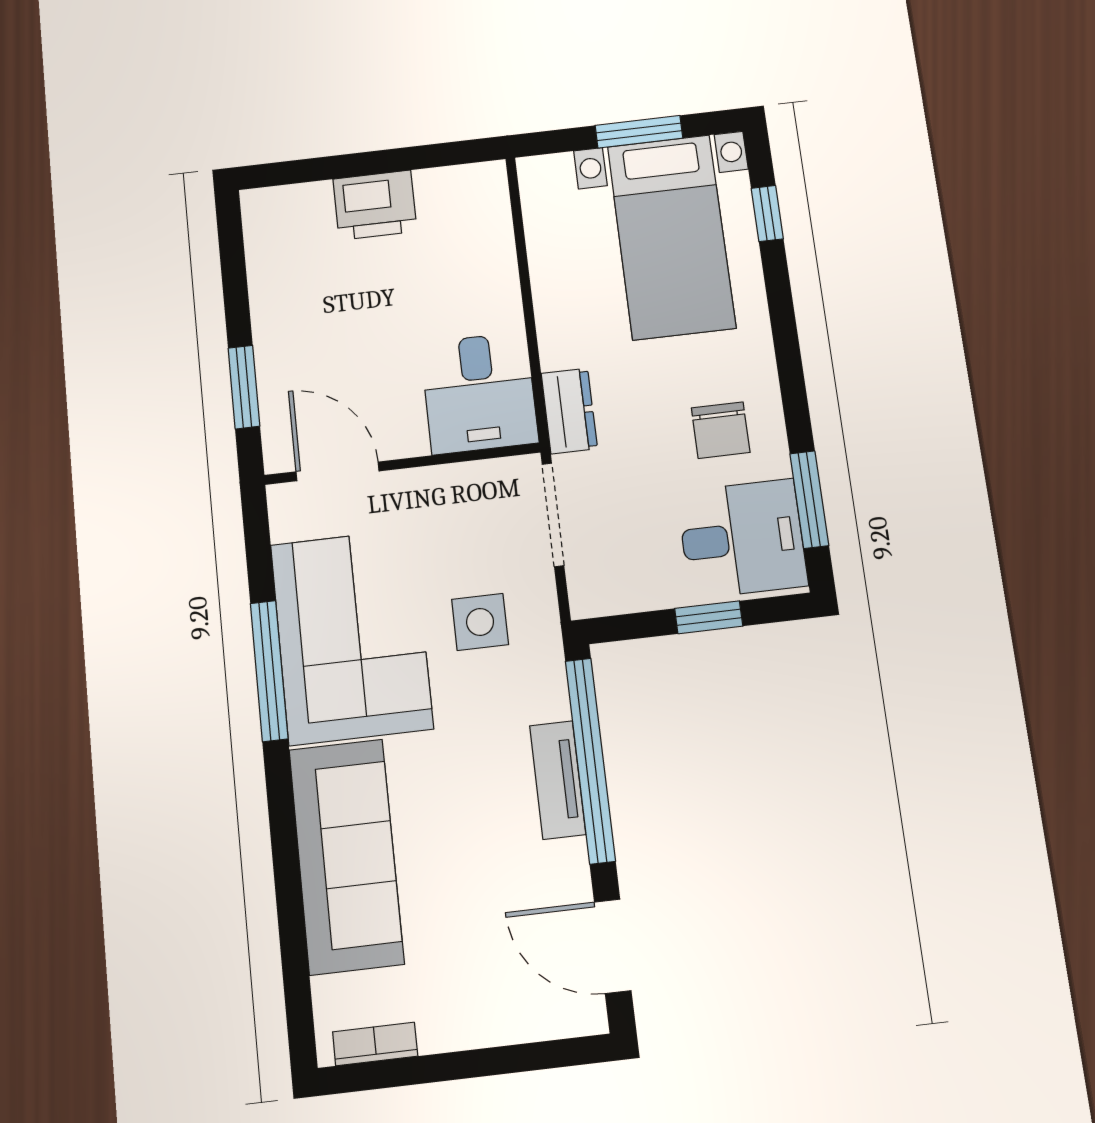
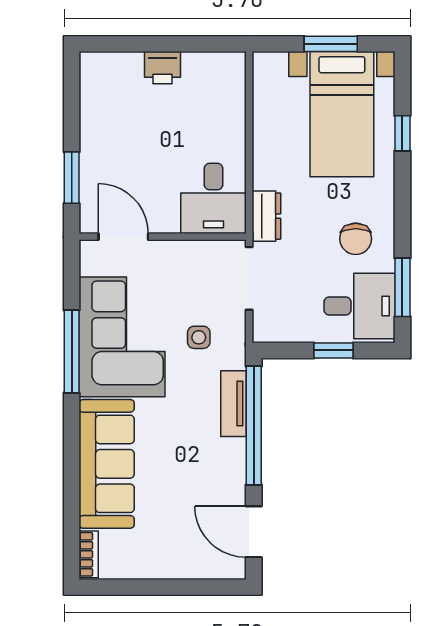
printer: (375, 205) -> (163, 68), width x0.73, depth x0.81
window: (767, 214) -> (402, 133), moved
side table: (480, 622) -> (199, 337), width x0.73, depth x0.73
tv unit: (558, 780) -> (234, 404), moved
bookcase: (375, 1044) -> (89, 554), moved, turned 90

